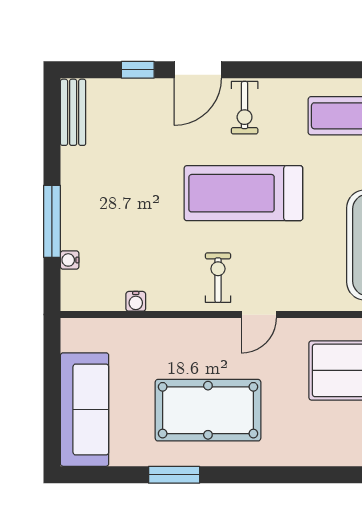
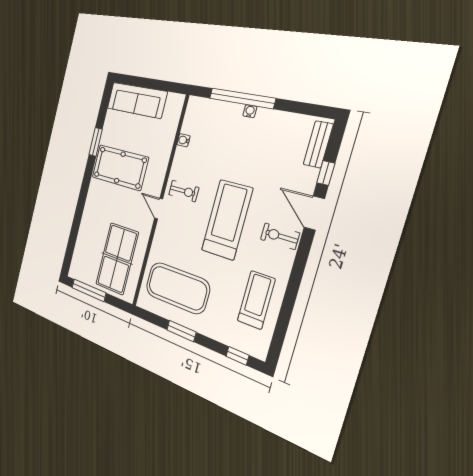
bench: (73, 112) -> (318, 144), moved, turned 90
window: (52, 221) -> (242, 98), width x1.46
water cooler: (70, 260) -> (250, 111), moved
pool table: (208, 410) -> (120, 167), turned 90

